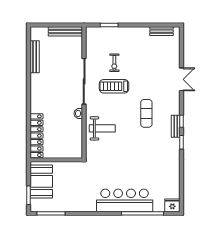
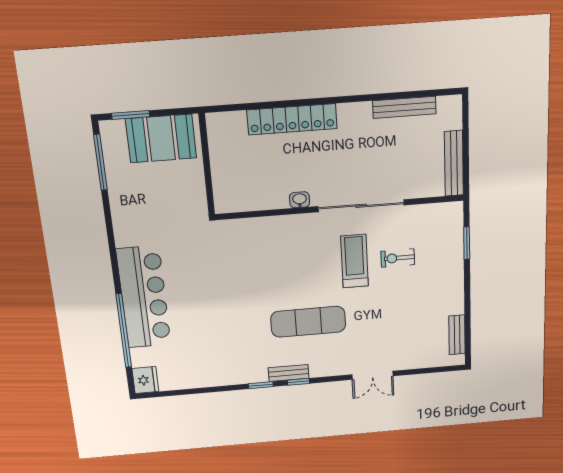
exercise mat: (146, 113) -> (308, 322), width x1.36, depth x1.45
weight bench: (102, 128) -> (275, 246), removed
locker: (36, 136) -> (292, 119), moved

